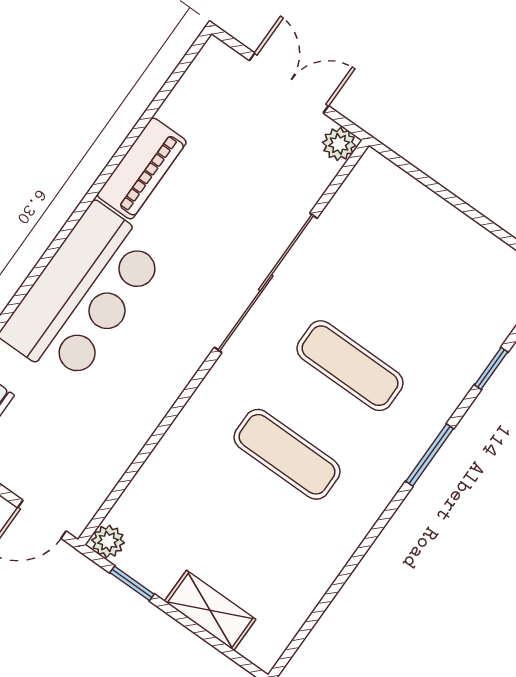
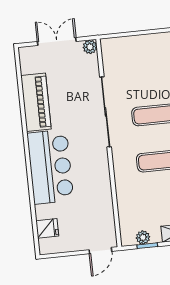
piano: (142, 168) -> (36, 102), width x1.37, depth x1.33
plant: (108, 541) -> (143, 237), moved

